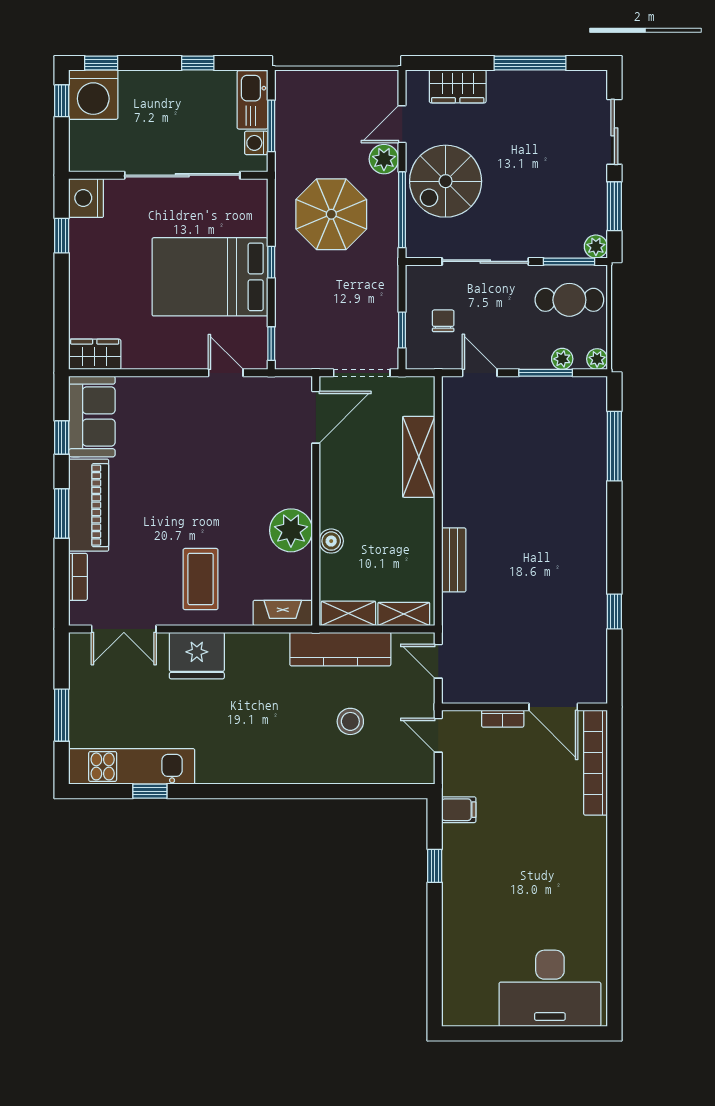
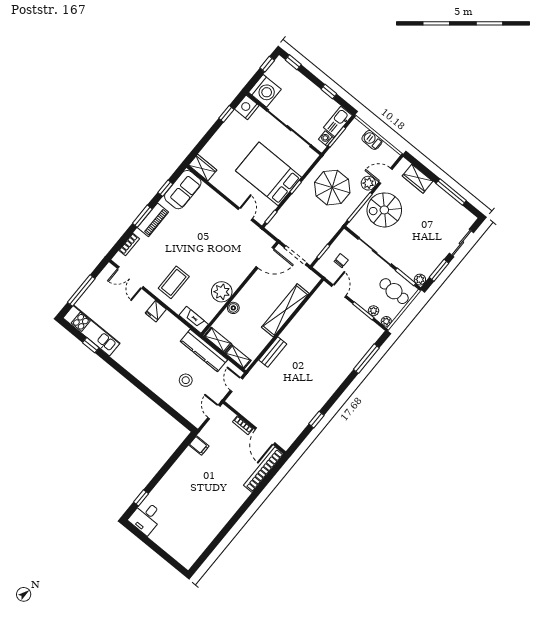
barbecue: (332, 84) -> (372, 140), added
washing machine: (93, 95) -> (265, 91), moved, turned -90
shelving: (419, 457) -> (285, 310), width x1.47
piano: (89, 505) -> (153, 220), width x0.73, depth x0.75
fridge: (197, 656) -> (156, 311), width x0.53, depth x0.75
window: (62, 715) -> (81, 290), width x1.44
window: (435, 866) -> (141, 498), moved
desk: (550, 988) -> (146, 518), moved, width x0.53, depth x0.77

